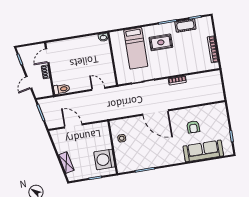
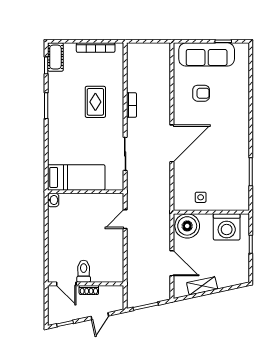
cot: (185, 25) -> (55, 57), moved
rug: (161, 42) -> (95, 102), moved
bed: (136, 48) -> (76, 177), moved
door: (29, 82) -> (100, 316), hinge flipped
toilet: (62, 89) -> (84, 271), moved
door: (73, 126) -> (172, 263), swing flipped
boiler: (101, 132) -> (187, 226), added
sofa: (203, 151) -> (207, 54), moved, turned -90
shelving: (66, 163) -> (202, 286), moved

